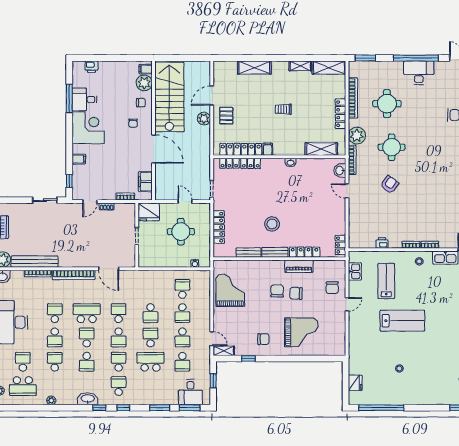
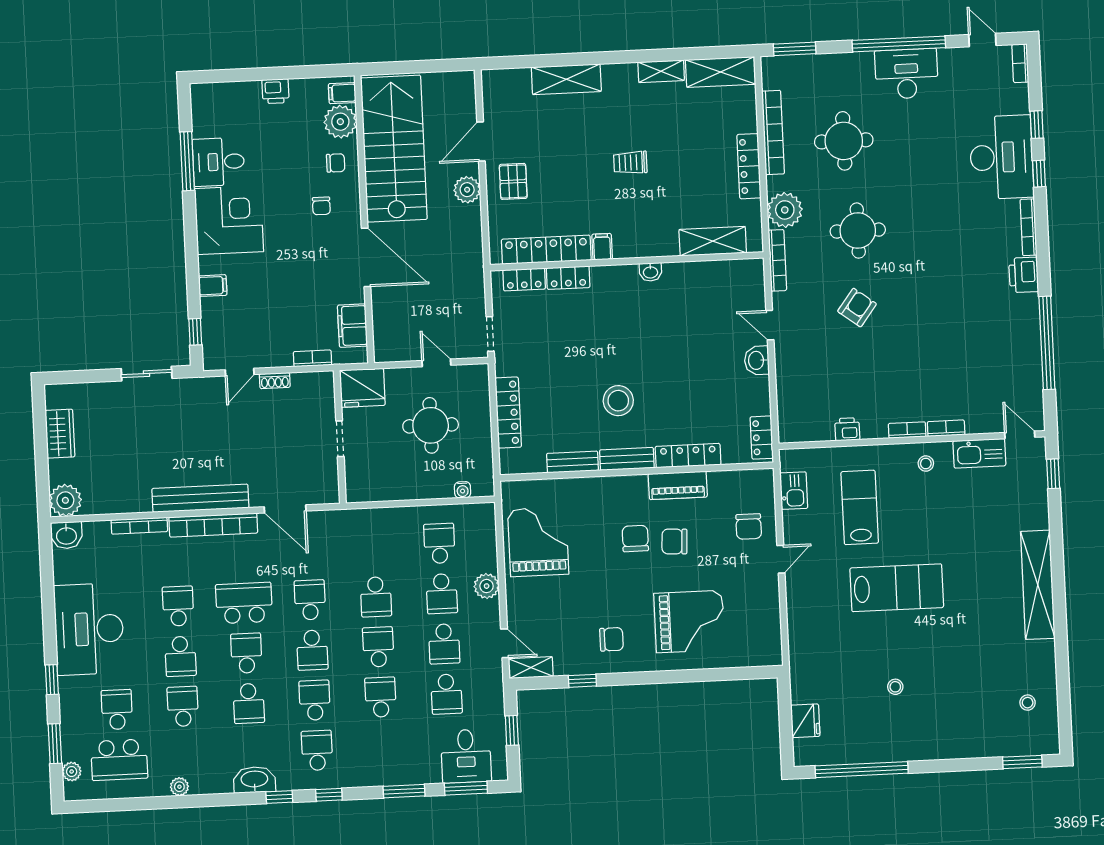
printer: (91, 67) -> (275, 91), moved
washbasin: (340, 171) -> (757, 360), moved
bench: (35, 262) -> (200, 498), moved
plant: (204, 311) -> (487, 586), added
school desk: (150, 362) -> (381, 697), width x0.54

